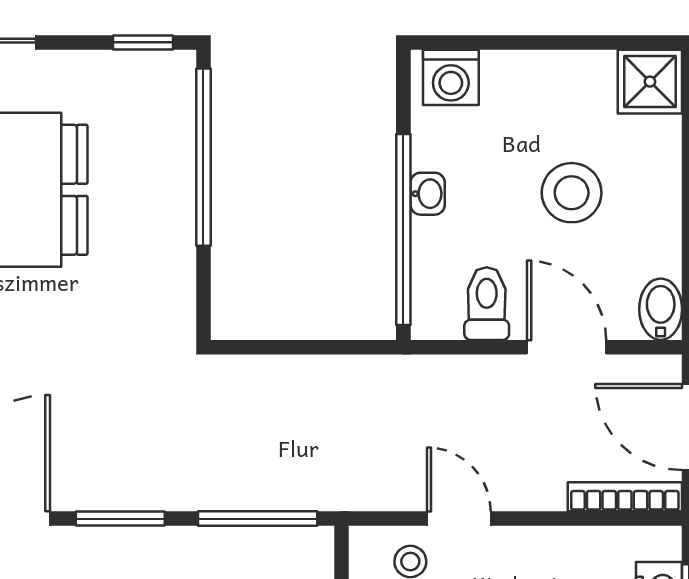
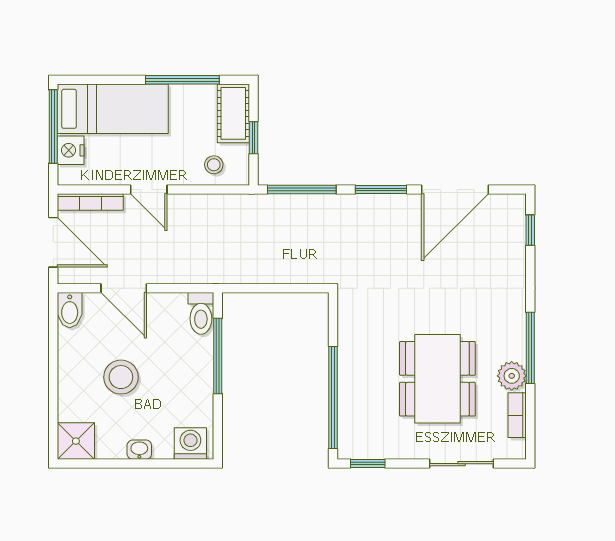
washbasin: (428, 194) -> (139, 450), moved, turned 90
window: (403, 229) -> (218, 356), width x0.68
toilet: (487, 304) -> (201, 313), moved
door: (459, 519) -> (149, 189), moved

